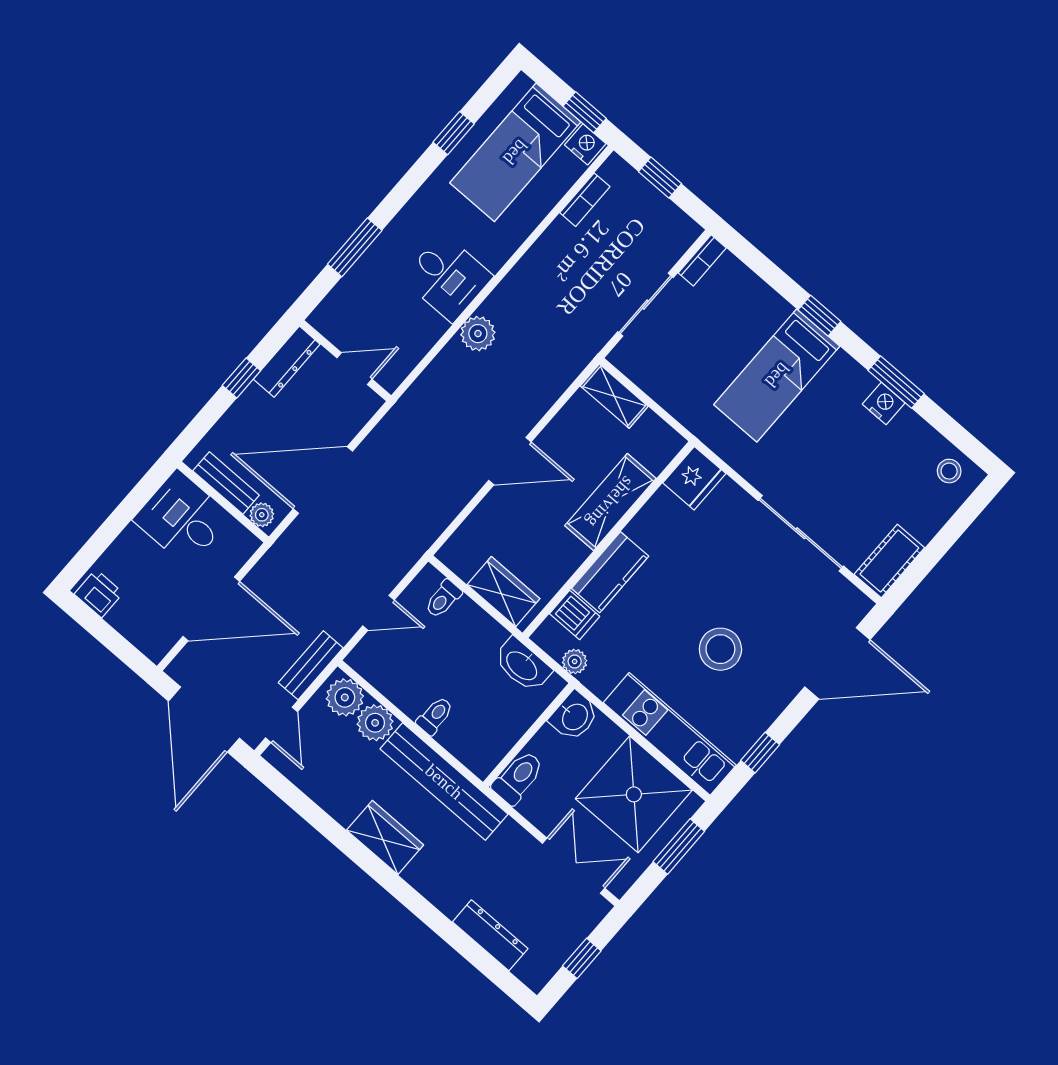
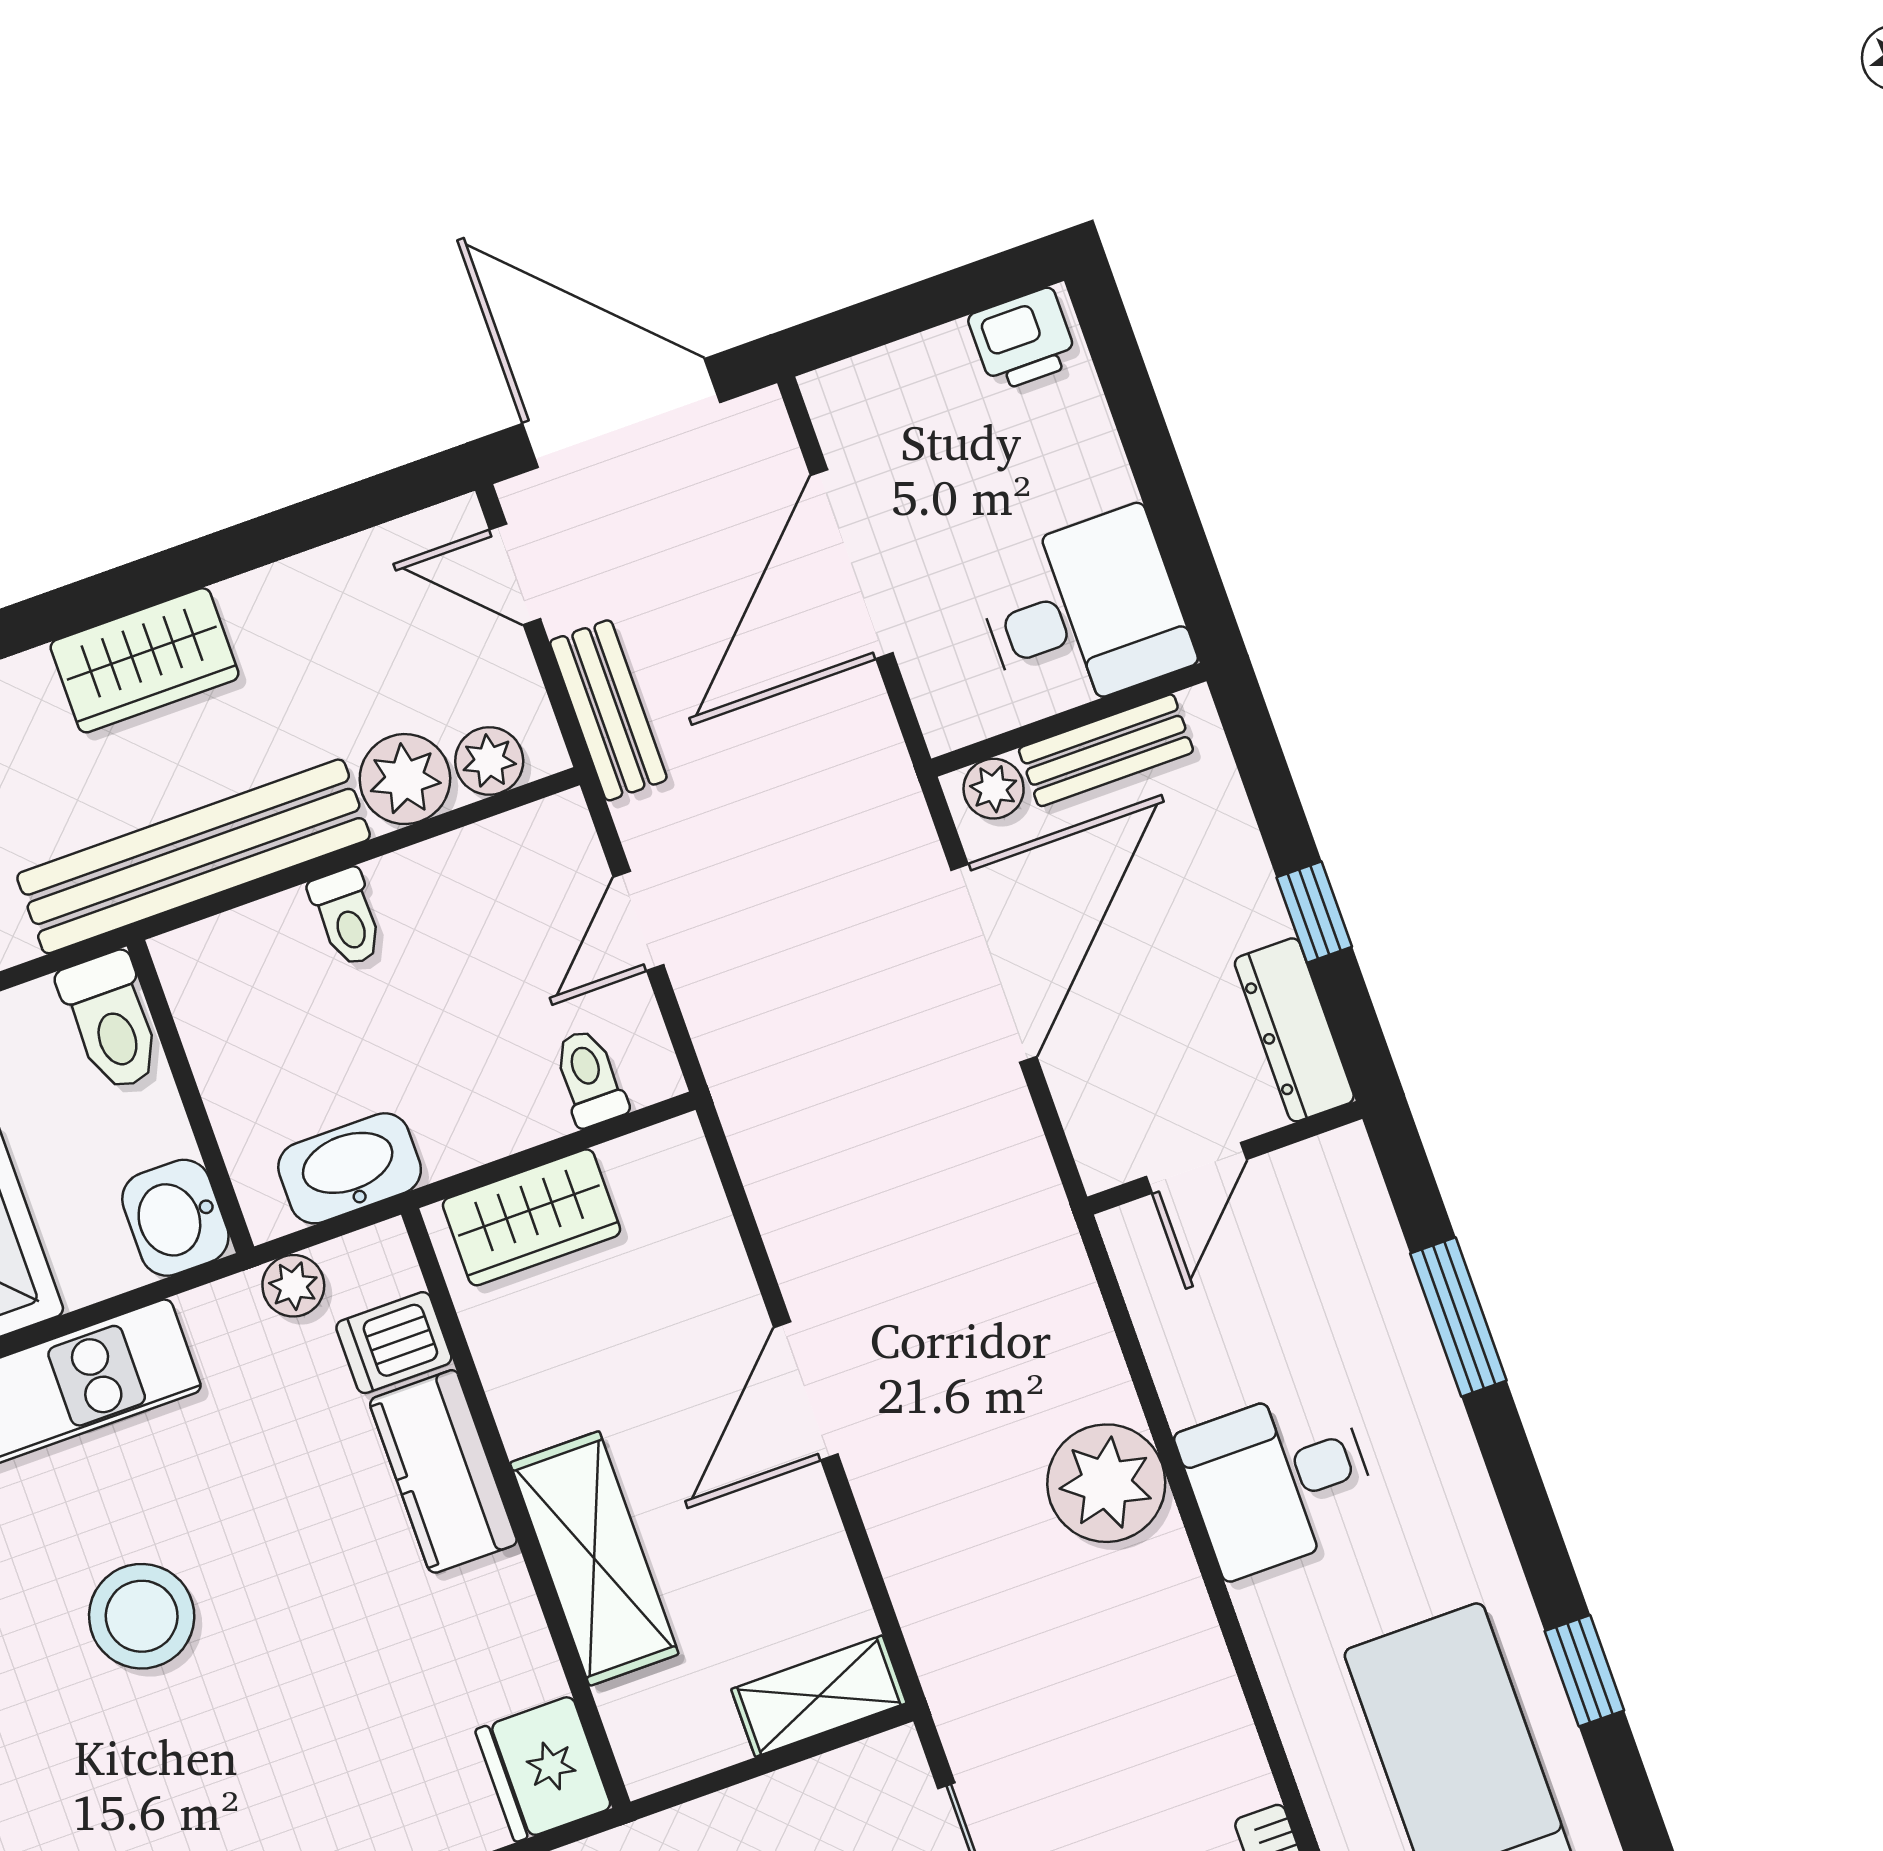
plant: (478, 334) -> (1106, 1483), width x1.36, depth x1.36
plant: (345, 697) -> (489, 761), width x0.73, depth x0.73

